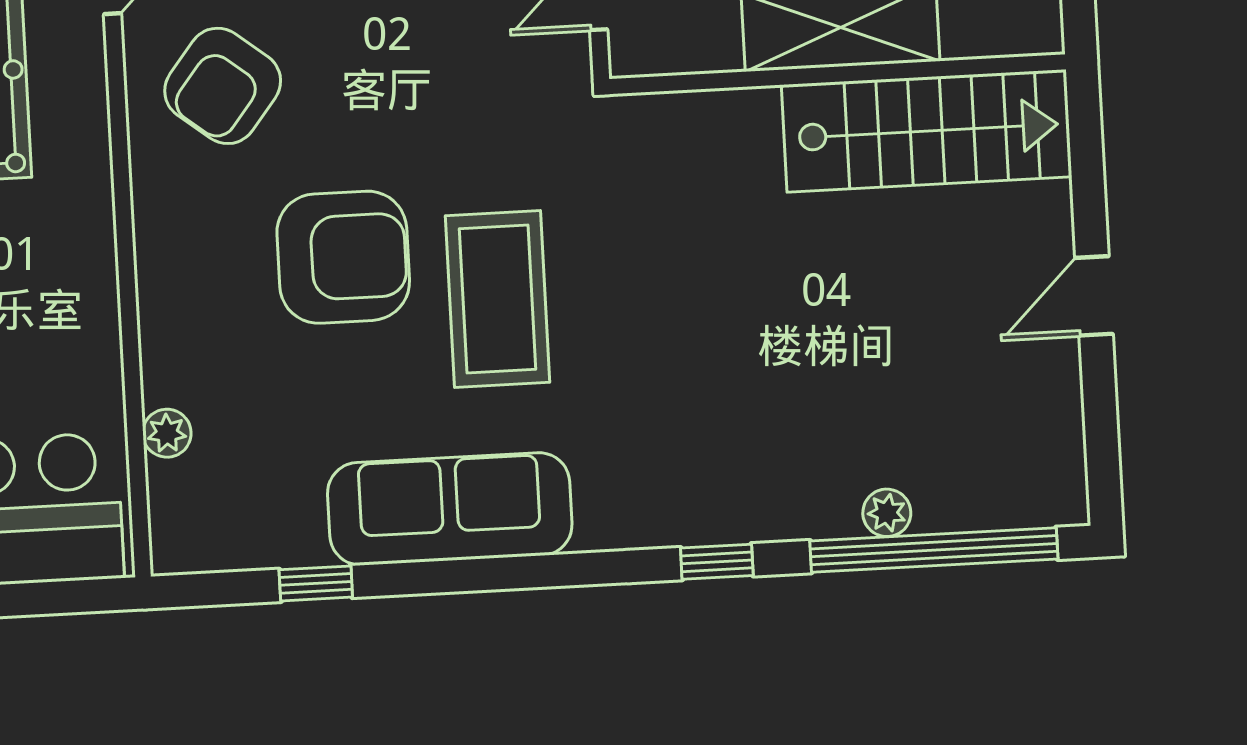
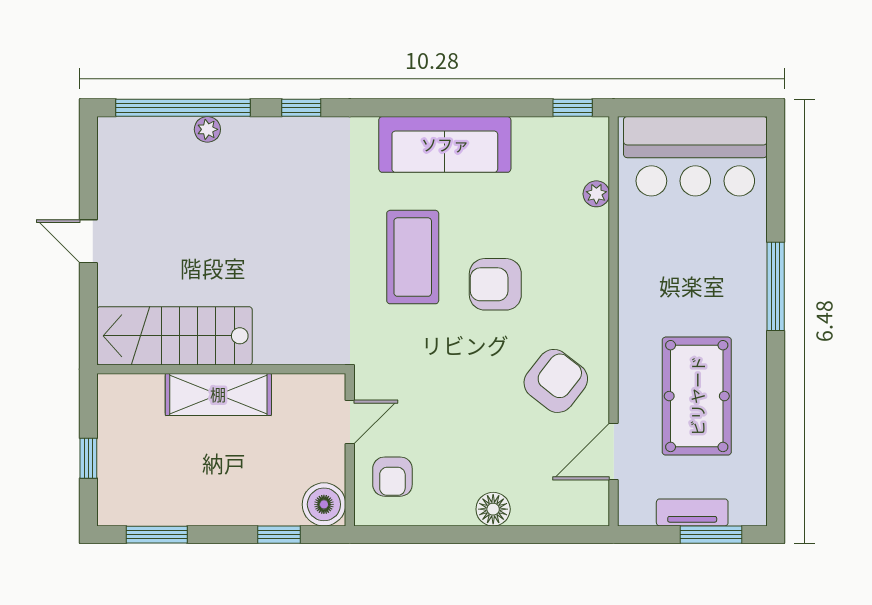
armchair: (343, 257) -> (495, 284), width x0.73, depth x0.73
door: (1094, 296) -> (88, 241), swing flipped
window: (316, 583) -> (573, 108), moved

